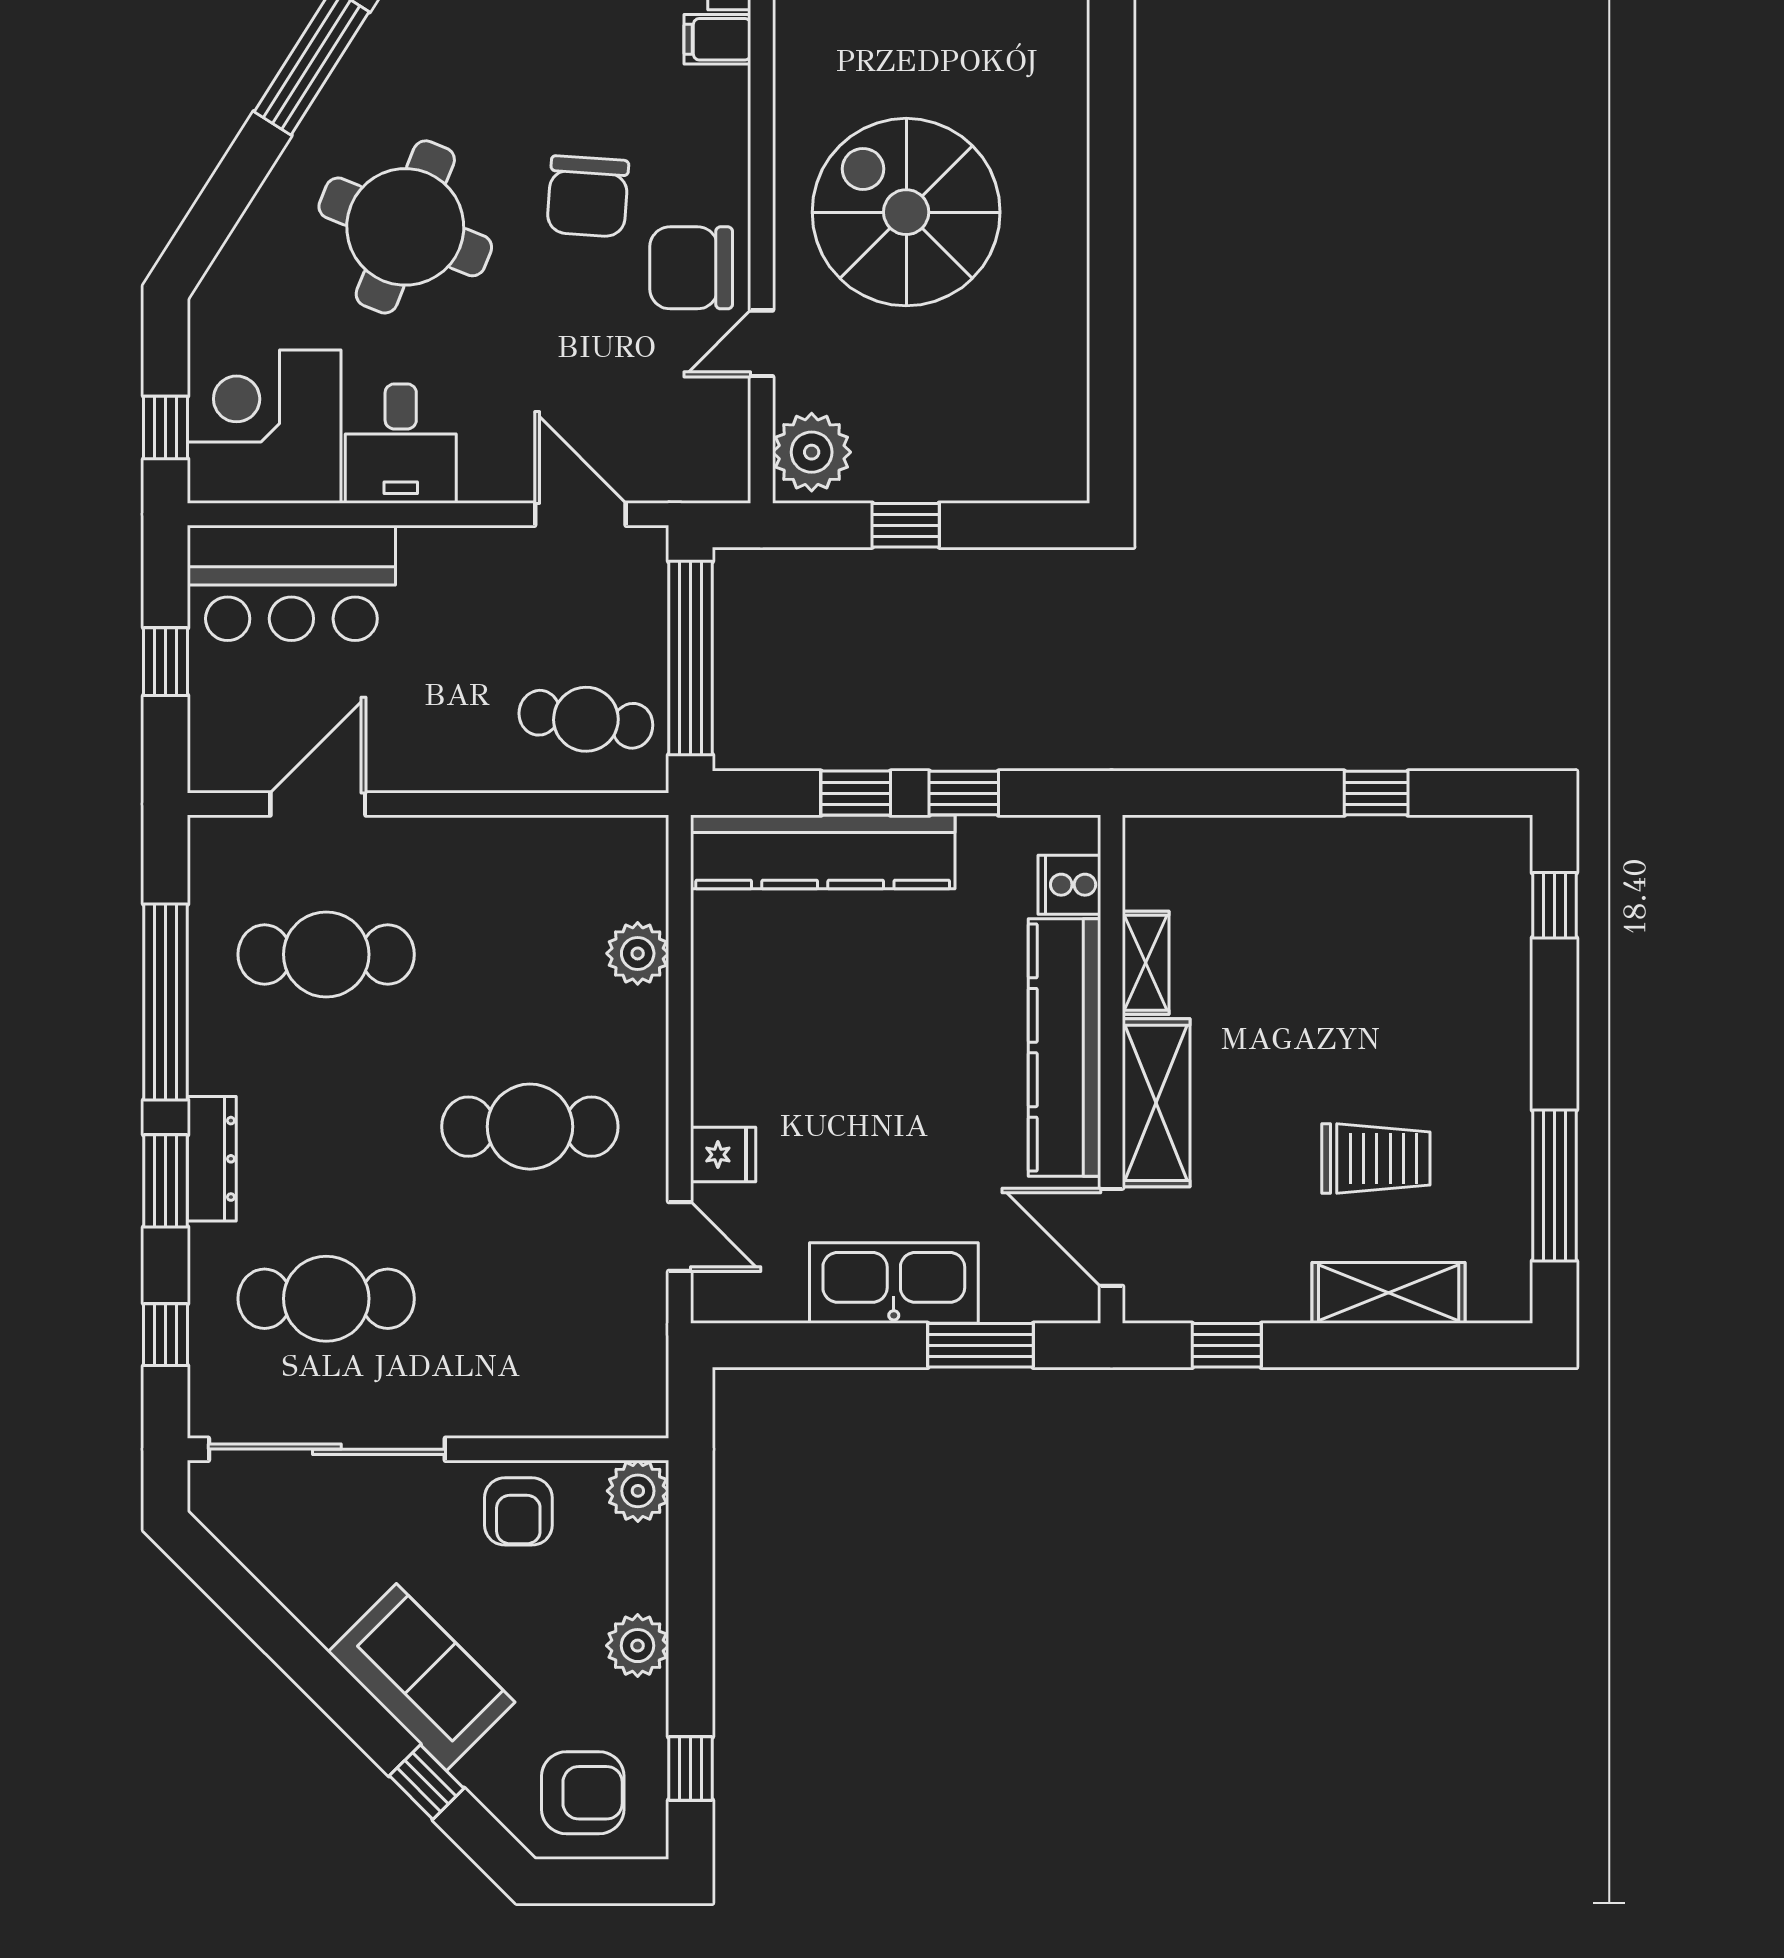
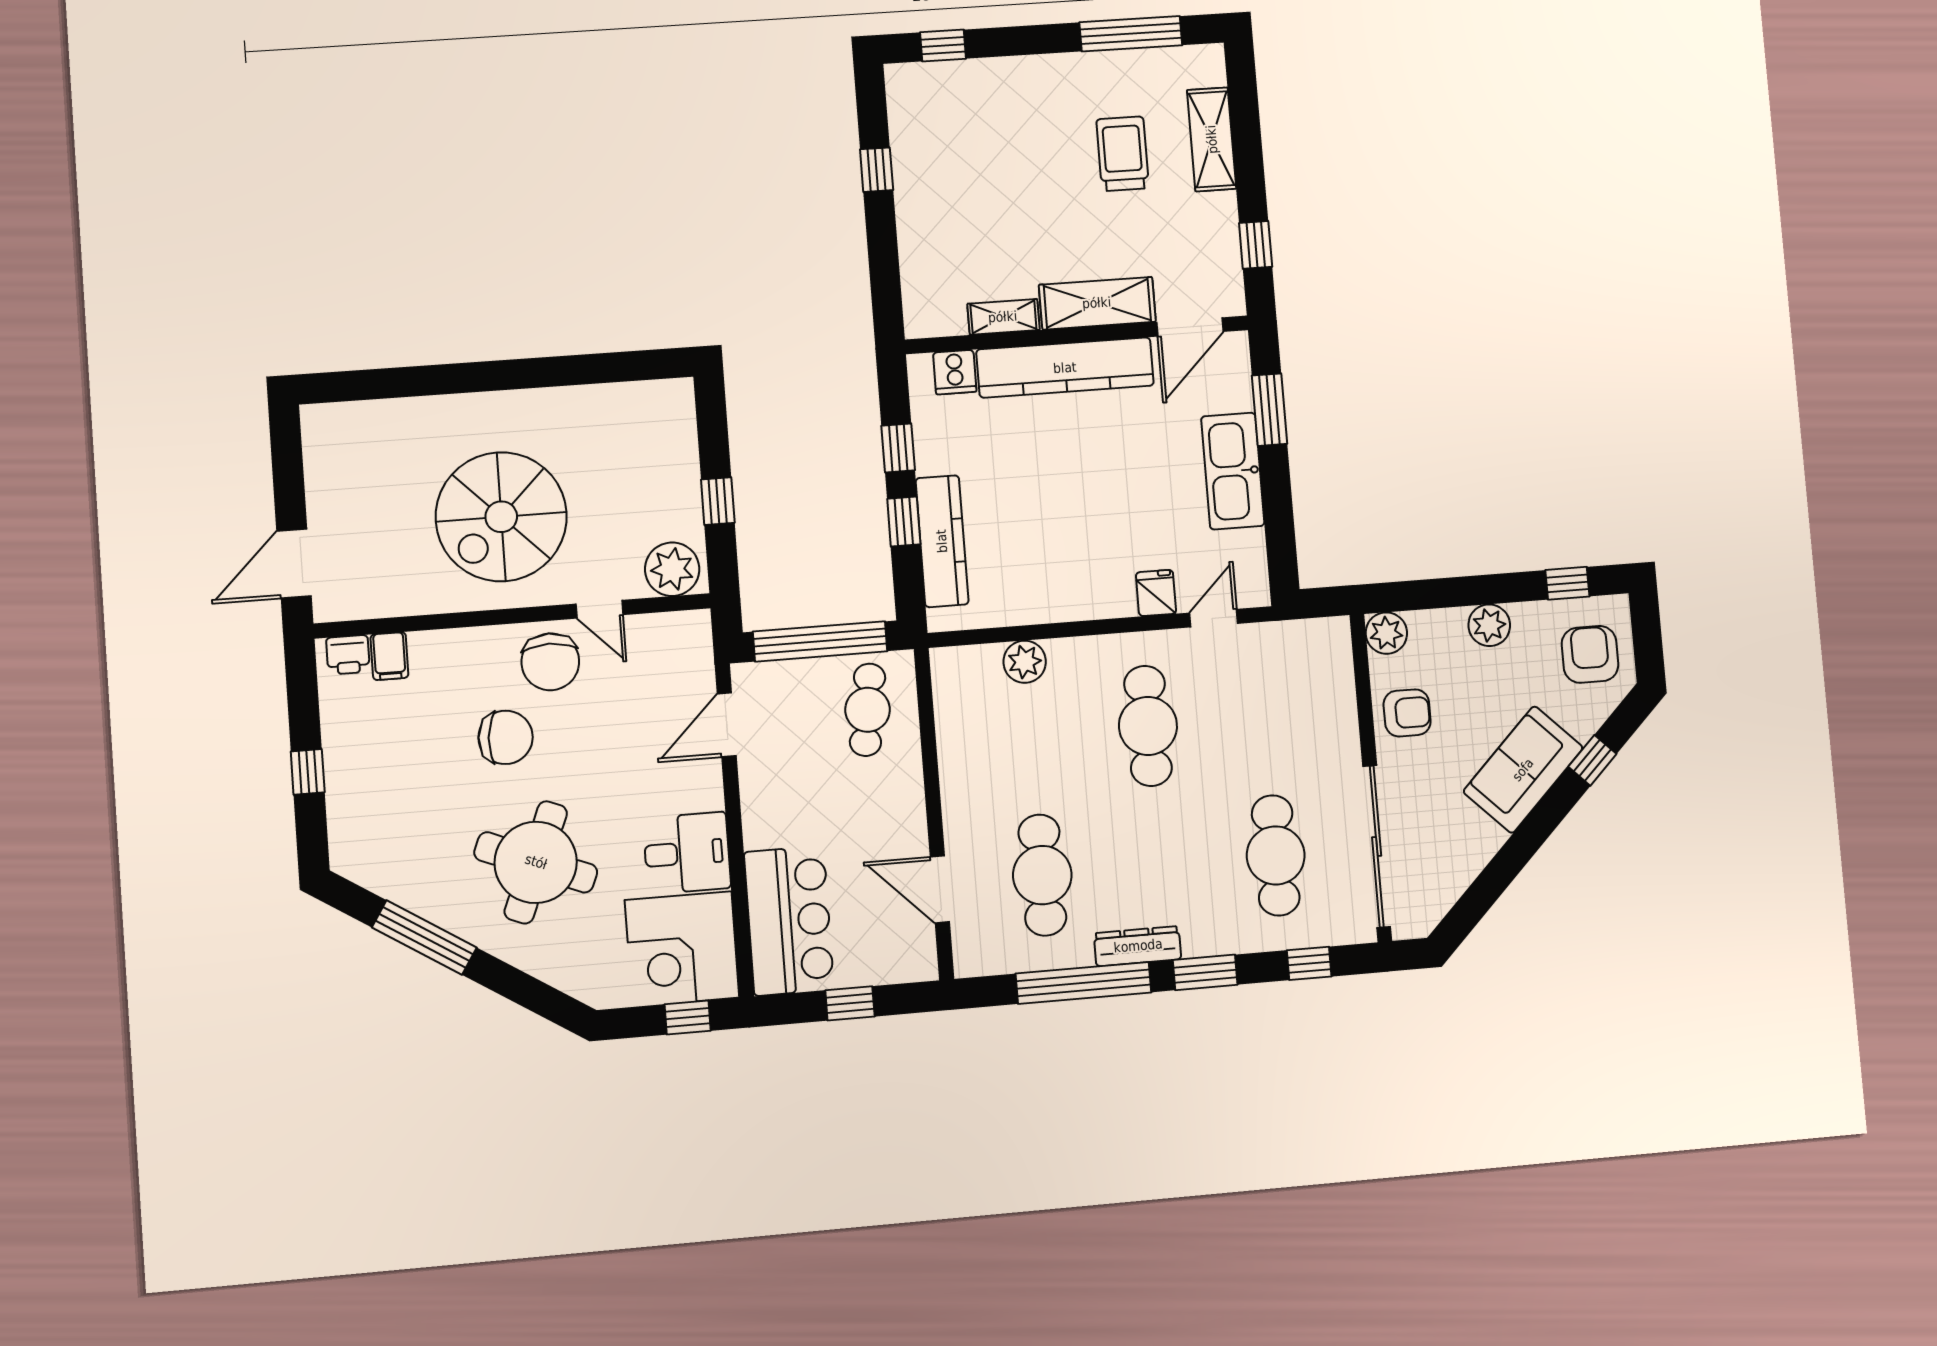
kitchen counter: (823, 852) -> (942, 541), width x0.72, depth x0.86
dresser: (212, 1159) -> (1138, 946), moved

